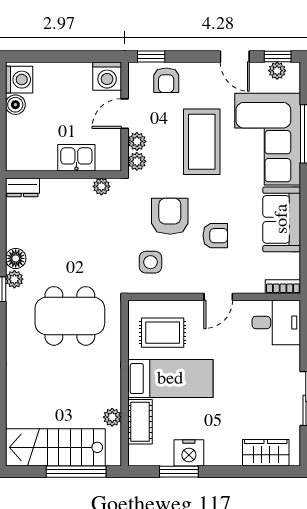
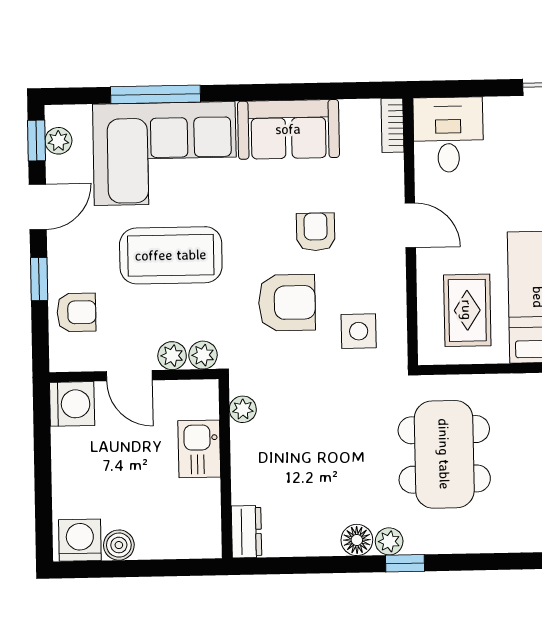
window: (151, 56) -> (39, 279), moved
armchair: (170, 216) -> (287, 303), turned 180

